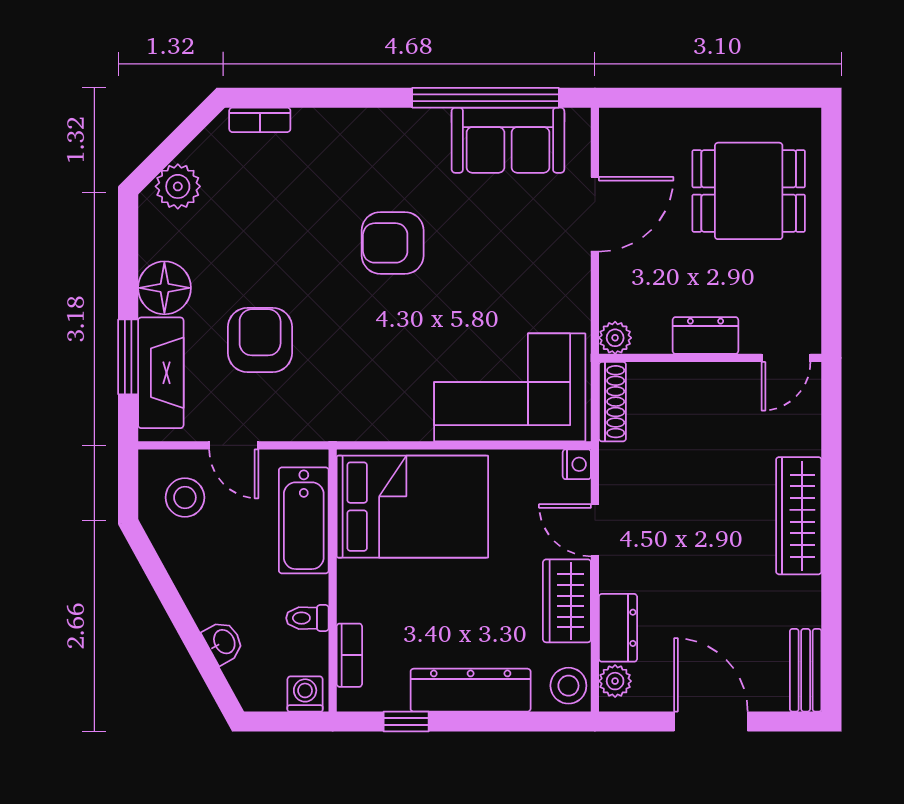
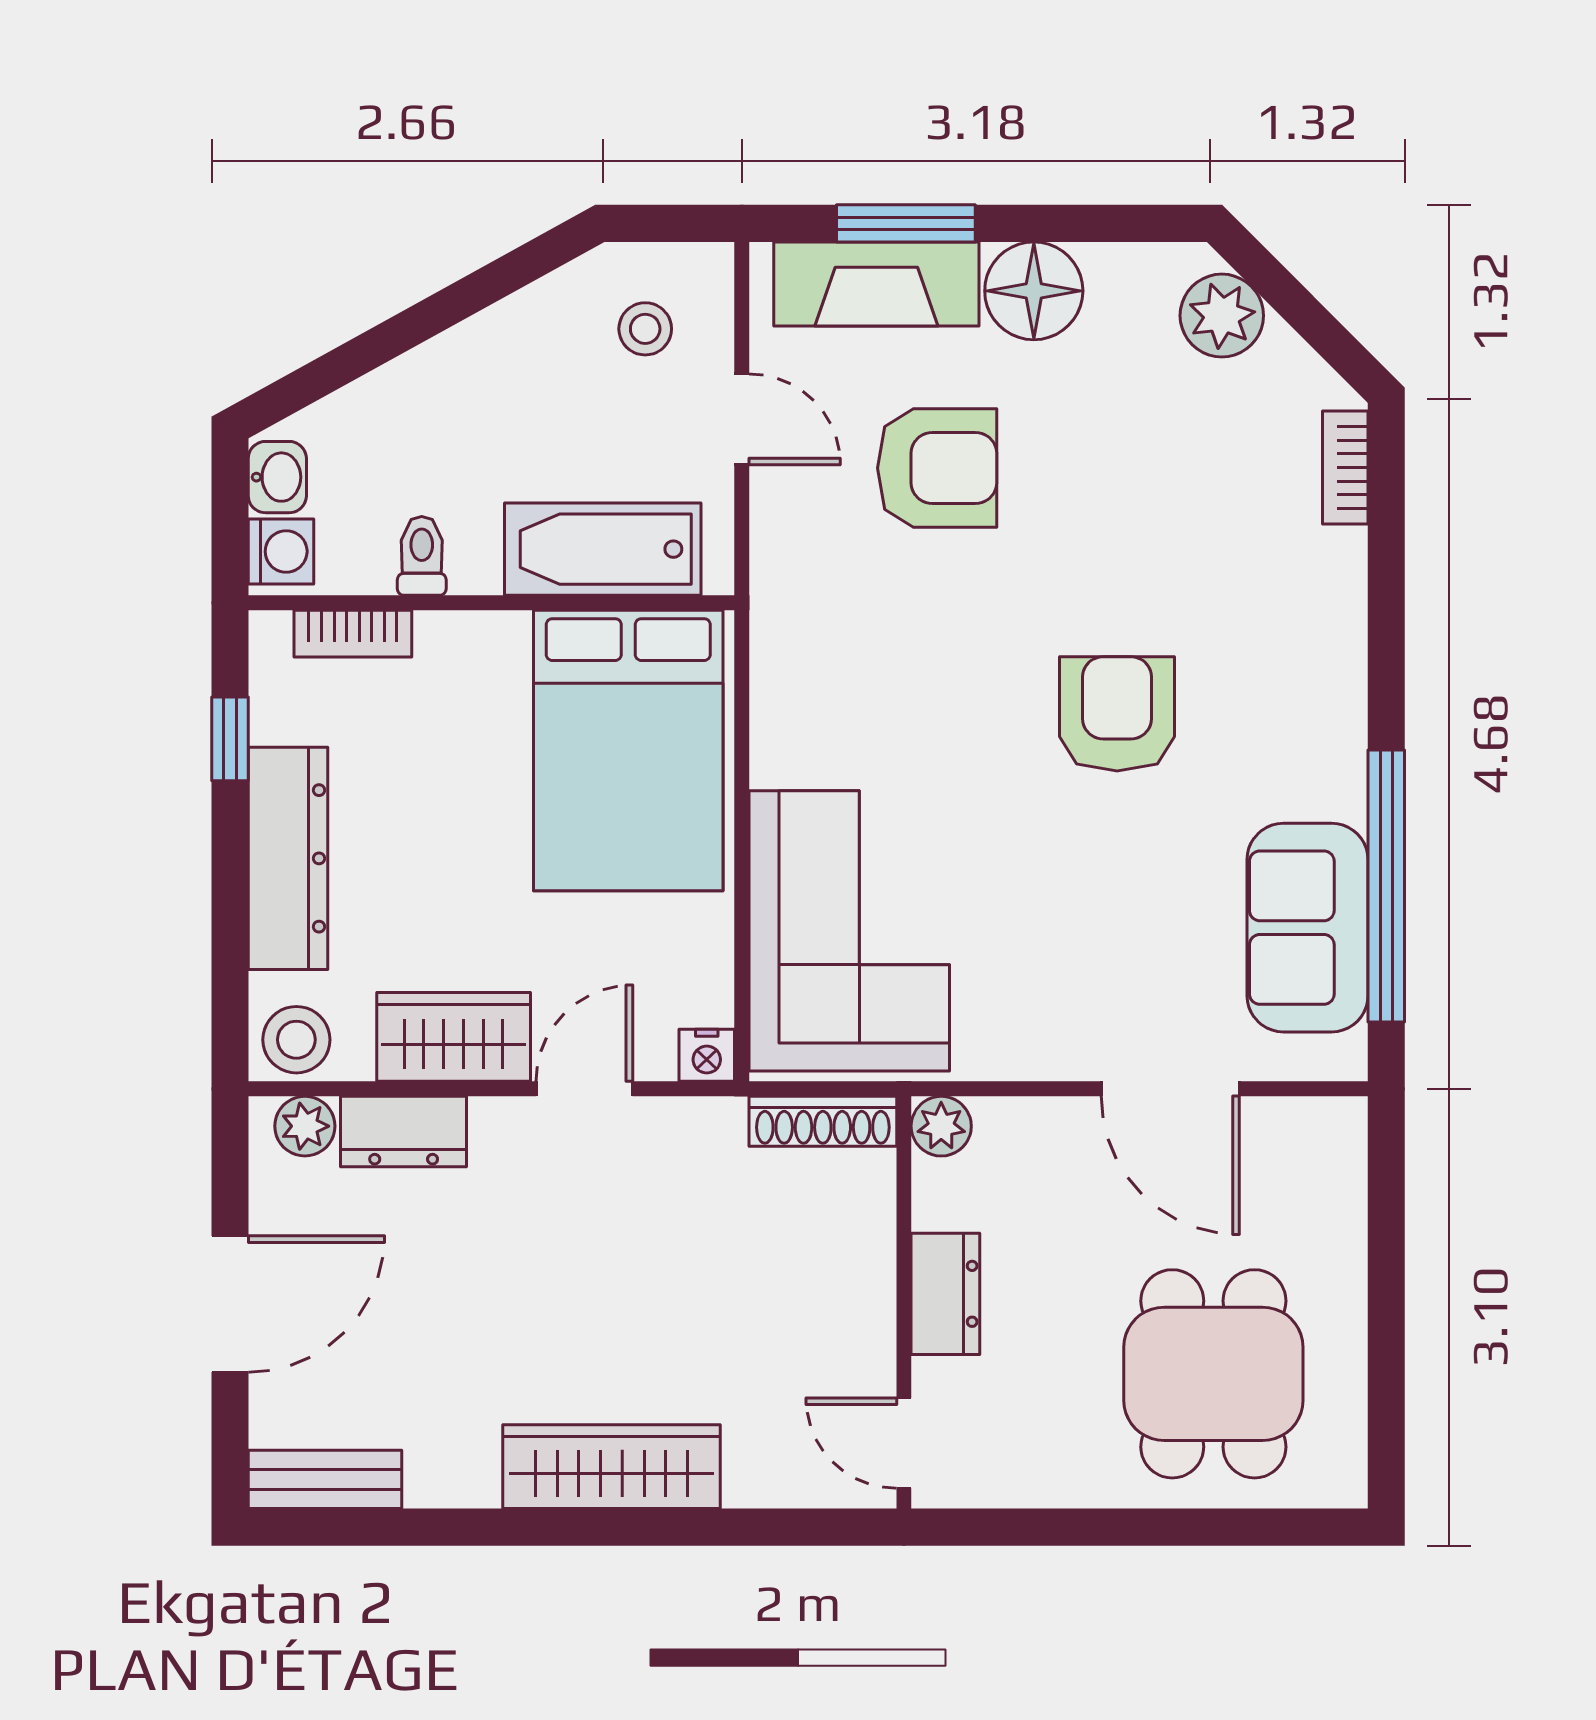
door: (234, 445) -> (742, 419), swing flipped
stool: (185, 497) -> (645, 329), width x0.73, depth x0.73
washbasin: (224, 642) -> (277, 477), moved, turned -61

